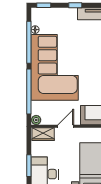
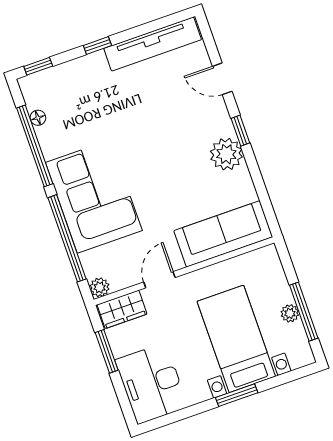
corner sofa: (55, 67) -> (94, 196), width x0.73, depth x0.74
window: (29, 166) -> (107, 351), moved

